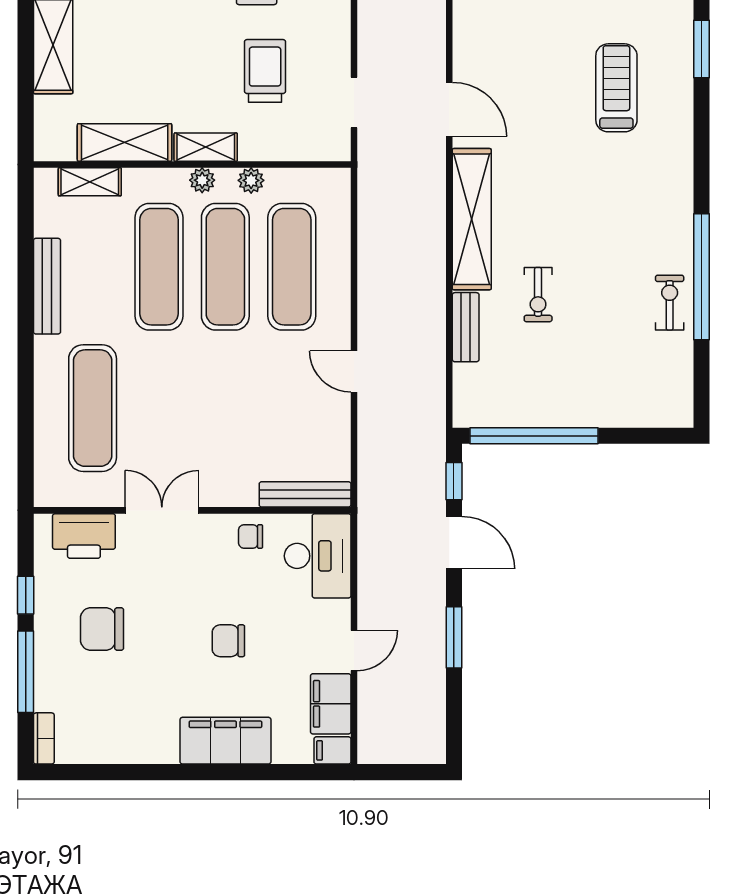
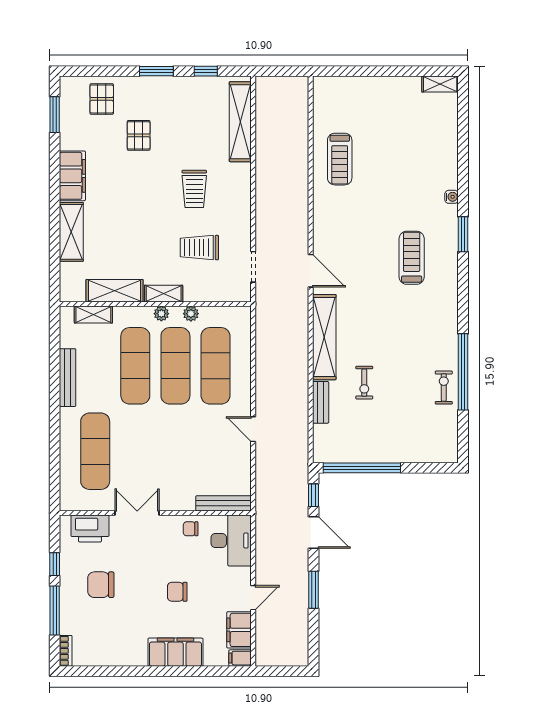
trolley: (265, 71) -> (199, 248), turned -90

